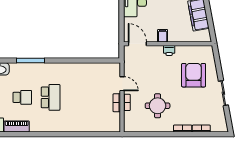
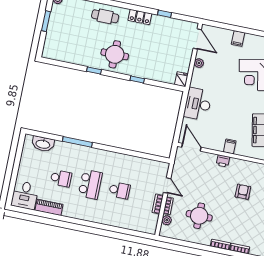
filing cabinet: (163, 36) -> (230, 146), moved
armchair: (194, 75) -> (243, 192), width x0.53, depth x0.53
school desk: (79, 97) -> (120, 190), added
plant: (128, 116) -> (167, 220), added

